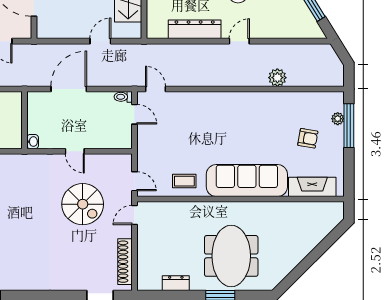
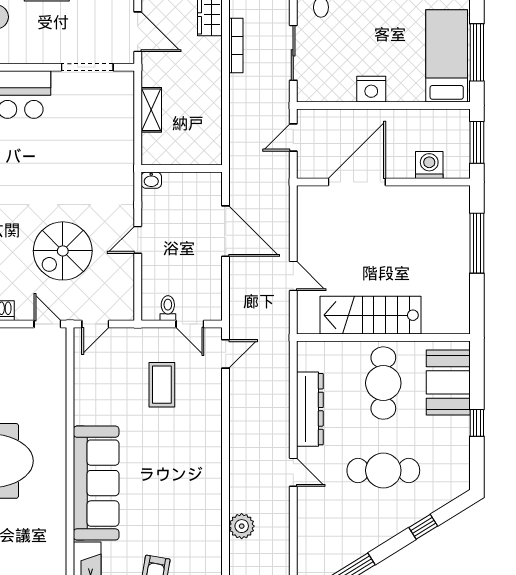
toilet: (123, 97) -> (168, 308), moved
door: (134, 114) -> (190, 324), hinge flipped
coffee table: (184, 181) -> (162, 385), moved, width x1.36, depth x1.30

